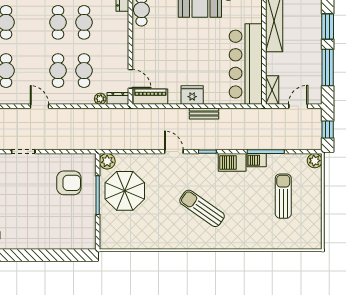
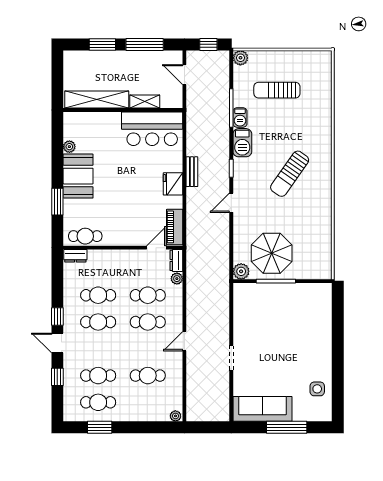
bar counter: (246, 64) -> (152, 129), width x0.73
shelving: (272, 90) -> (145, 102), moved
armchair: (69, 183) -> (263, 311), removed

